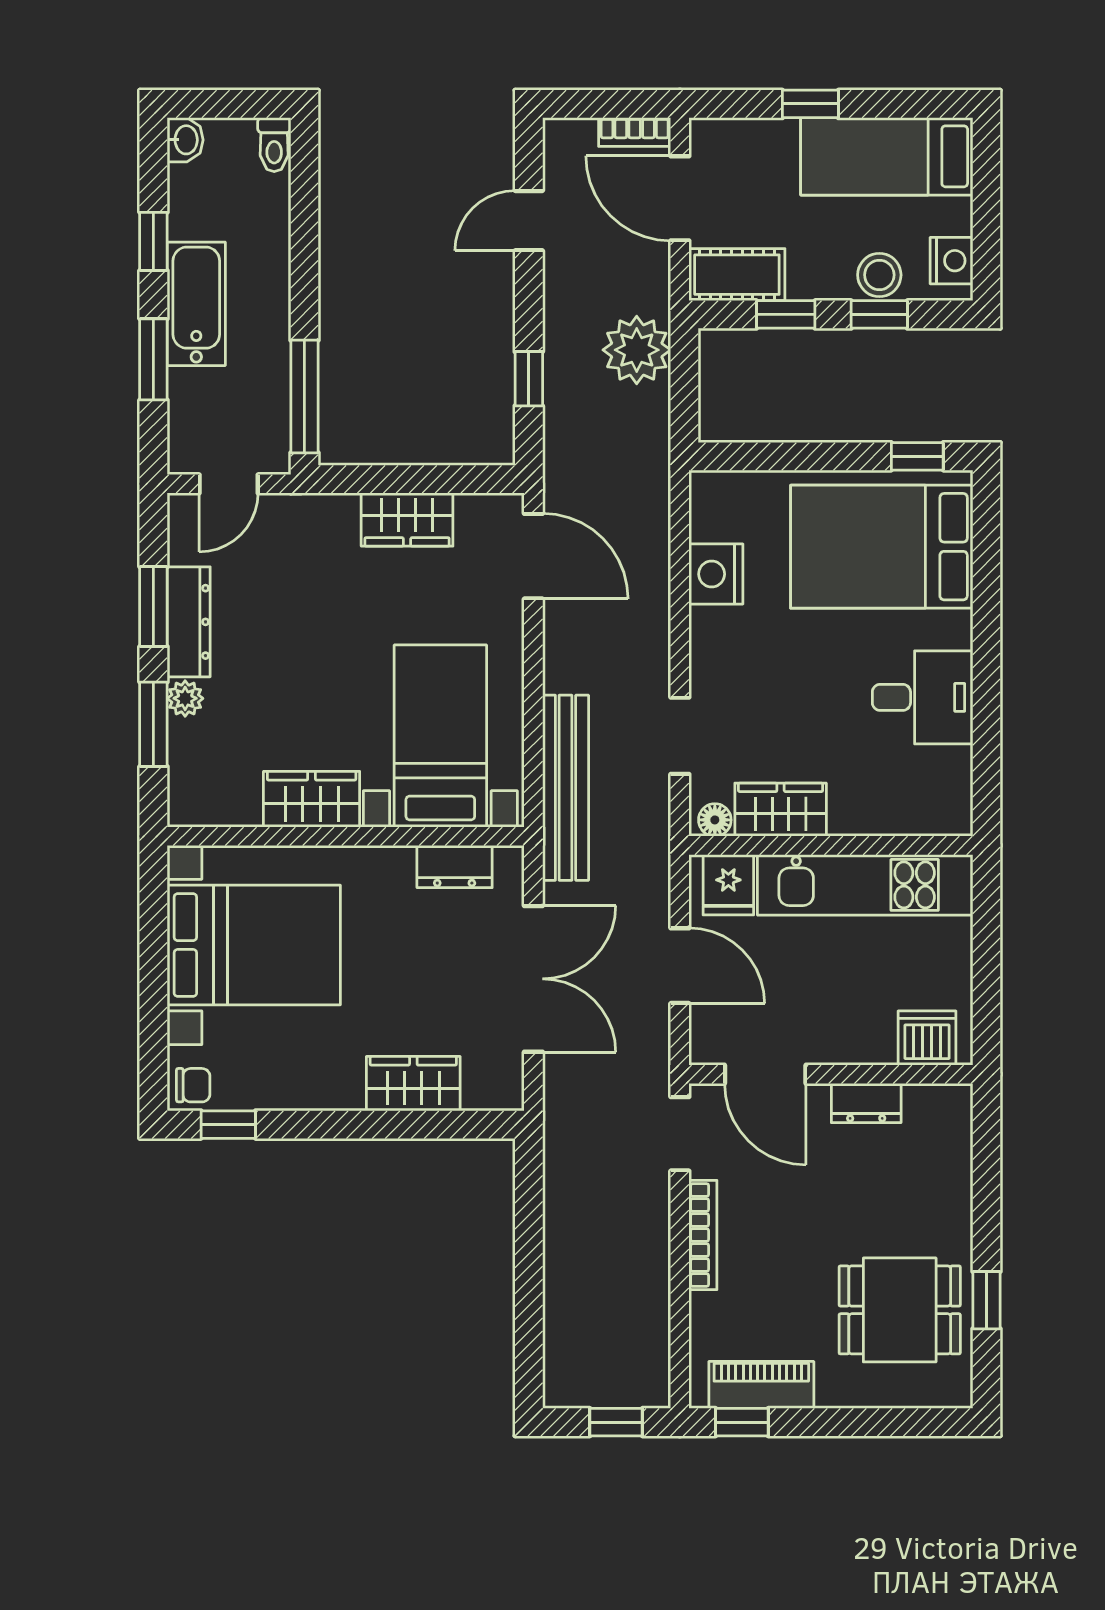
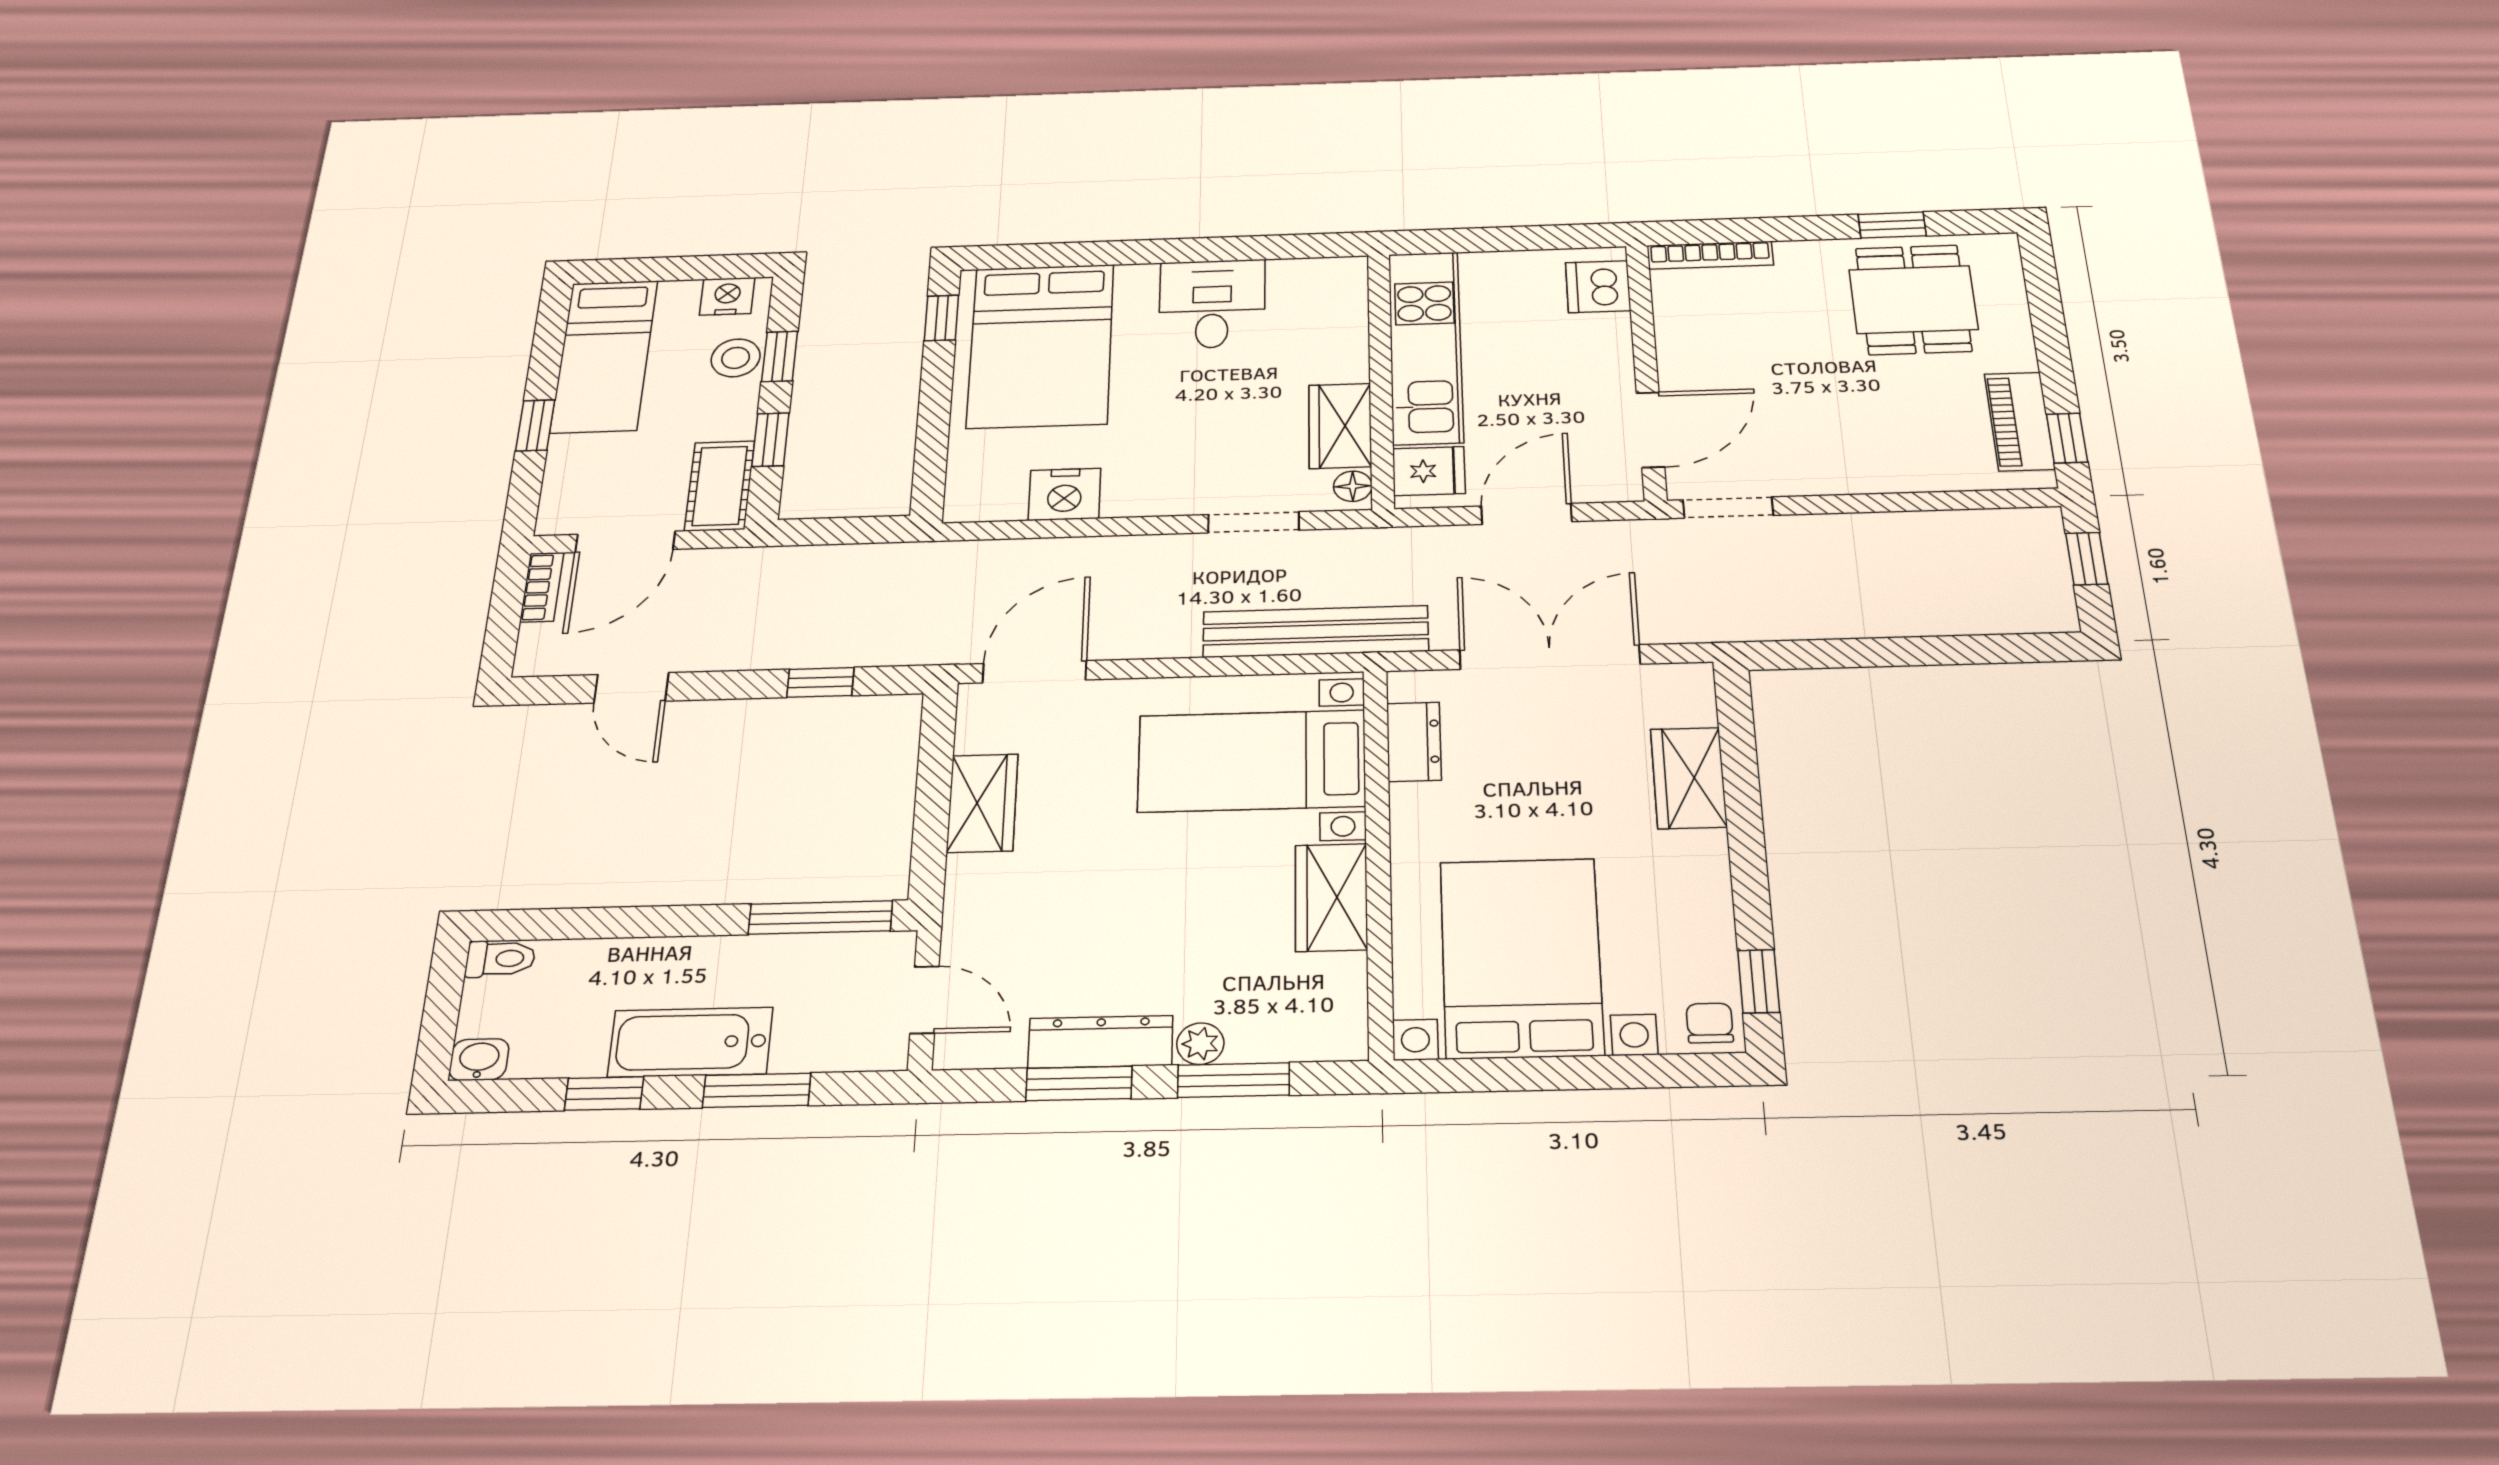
plant: (637, 350) -> (797, 577), removed
dresser: (866, 1103) -> (1677, 337), removed
bookcase: (703, 1235) -> (1710, 255), moved, turned 180

